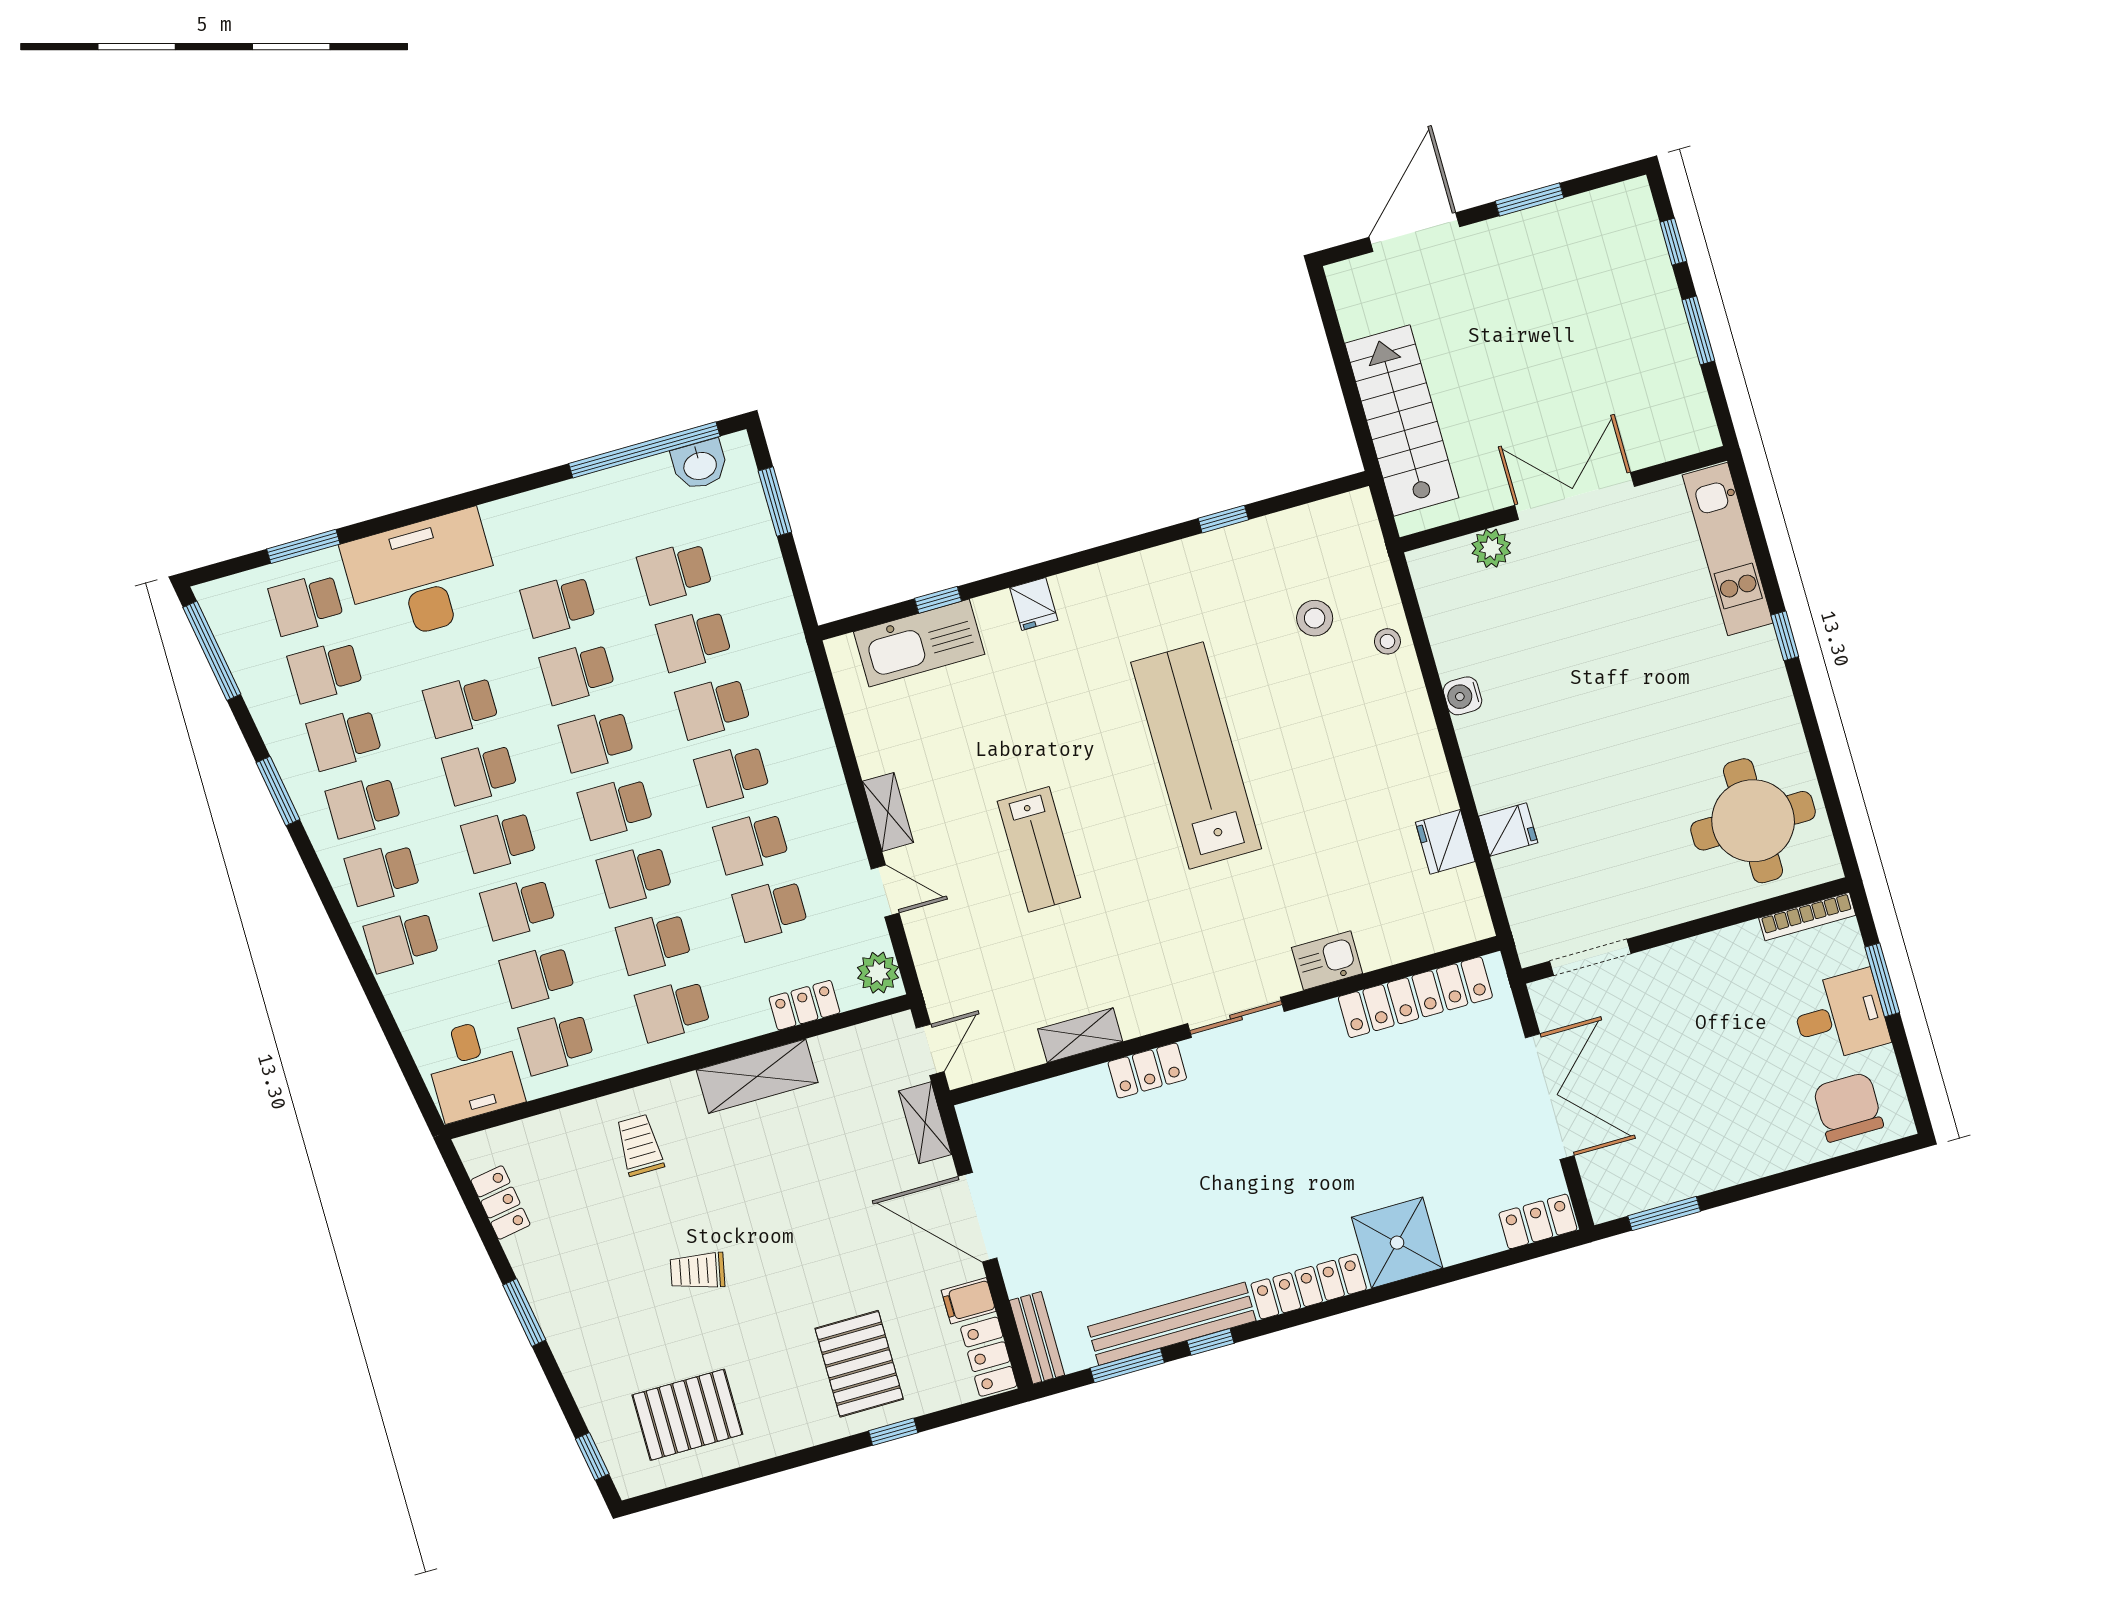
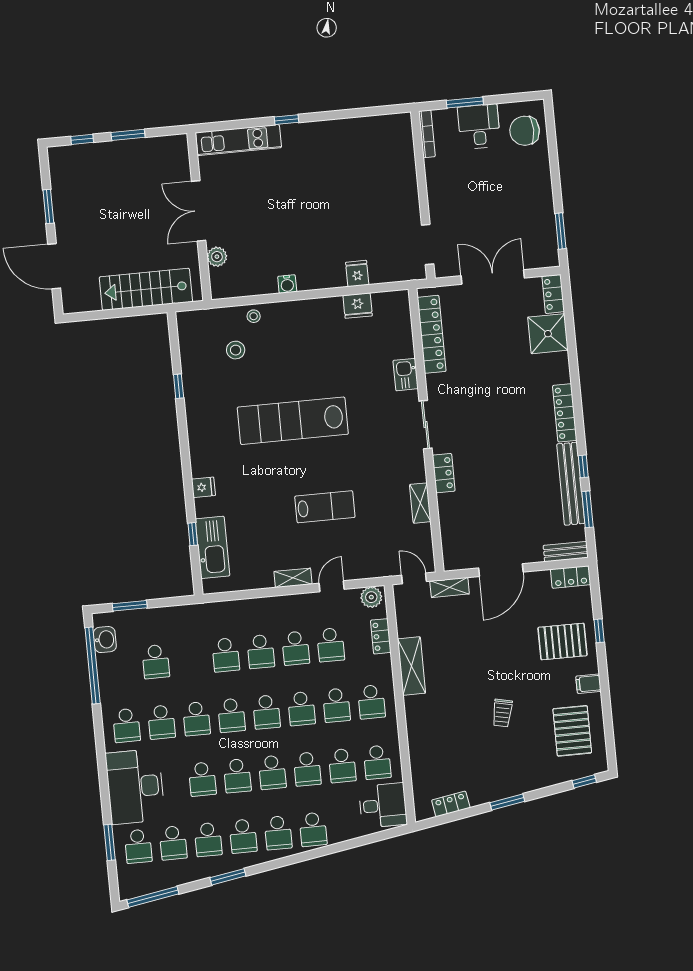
school desk: (694, 640) -> (127, 725), moved
round table: (1753, 821) -> (375, 152), removed
trolley: (640, 1145) -> (435, 730), removed
shower: (1397, 1243) -> (548, 334), moved
filing cabinet: (969, 1301) -> (588, 684), moved, turned 90

